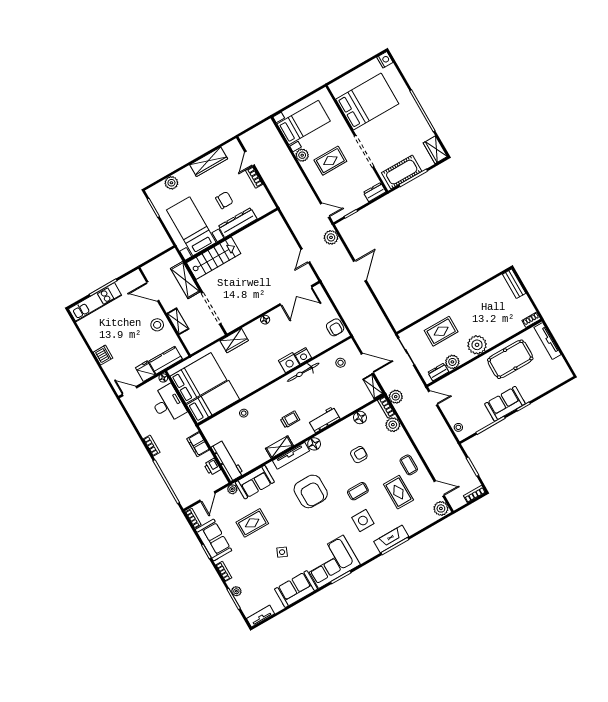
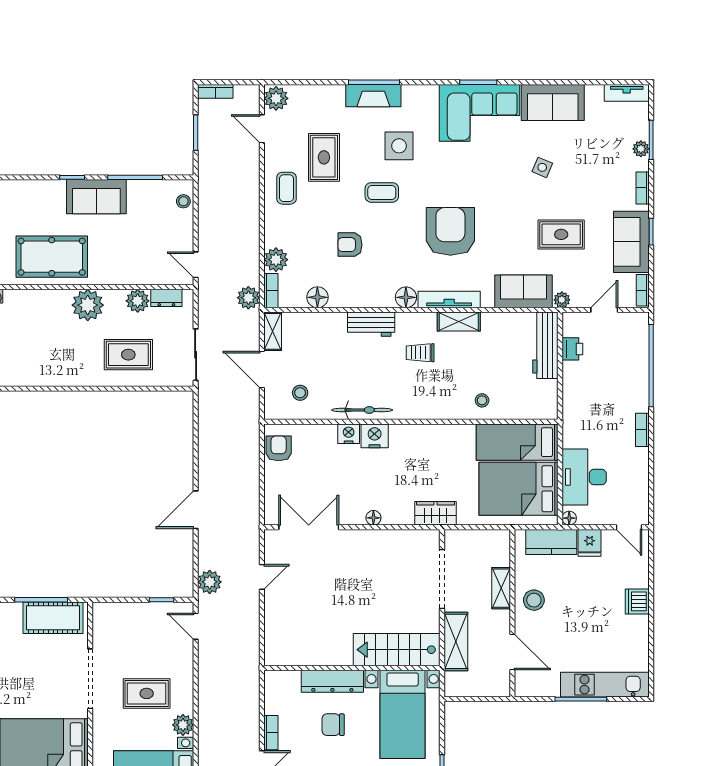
dresser: (375, 192) -> (109, 611), removed
filing cabinet: (198, 444) -> (574, 393), removed

